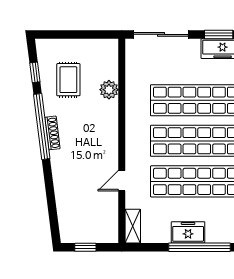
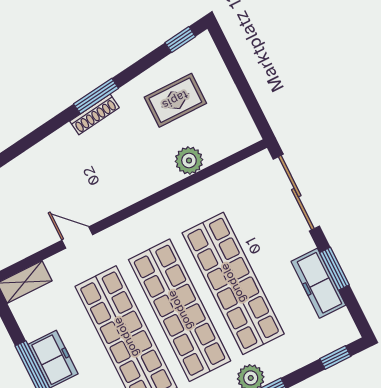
window: (35, 72) -> (180, 40), moved
window: (42, 126) -> (96, 96), width x0.47

